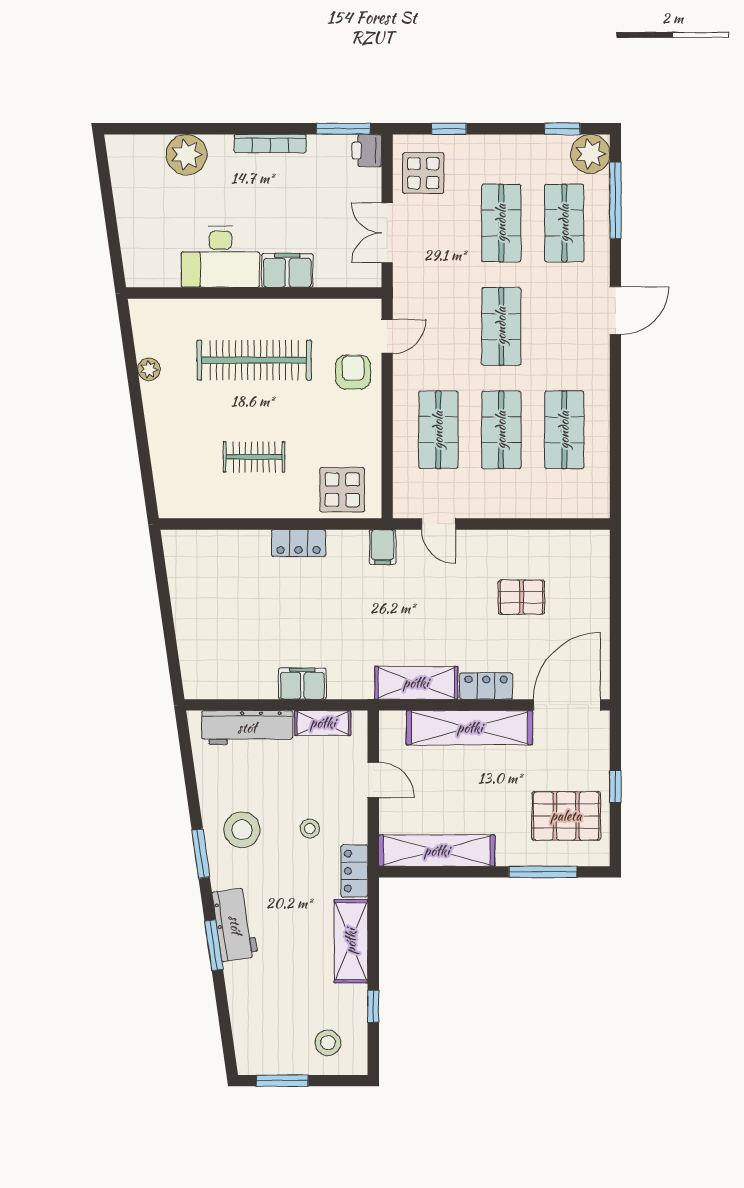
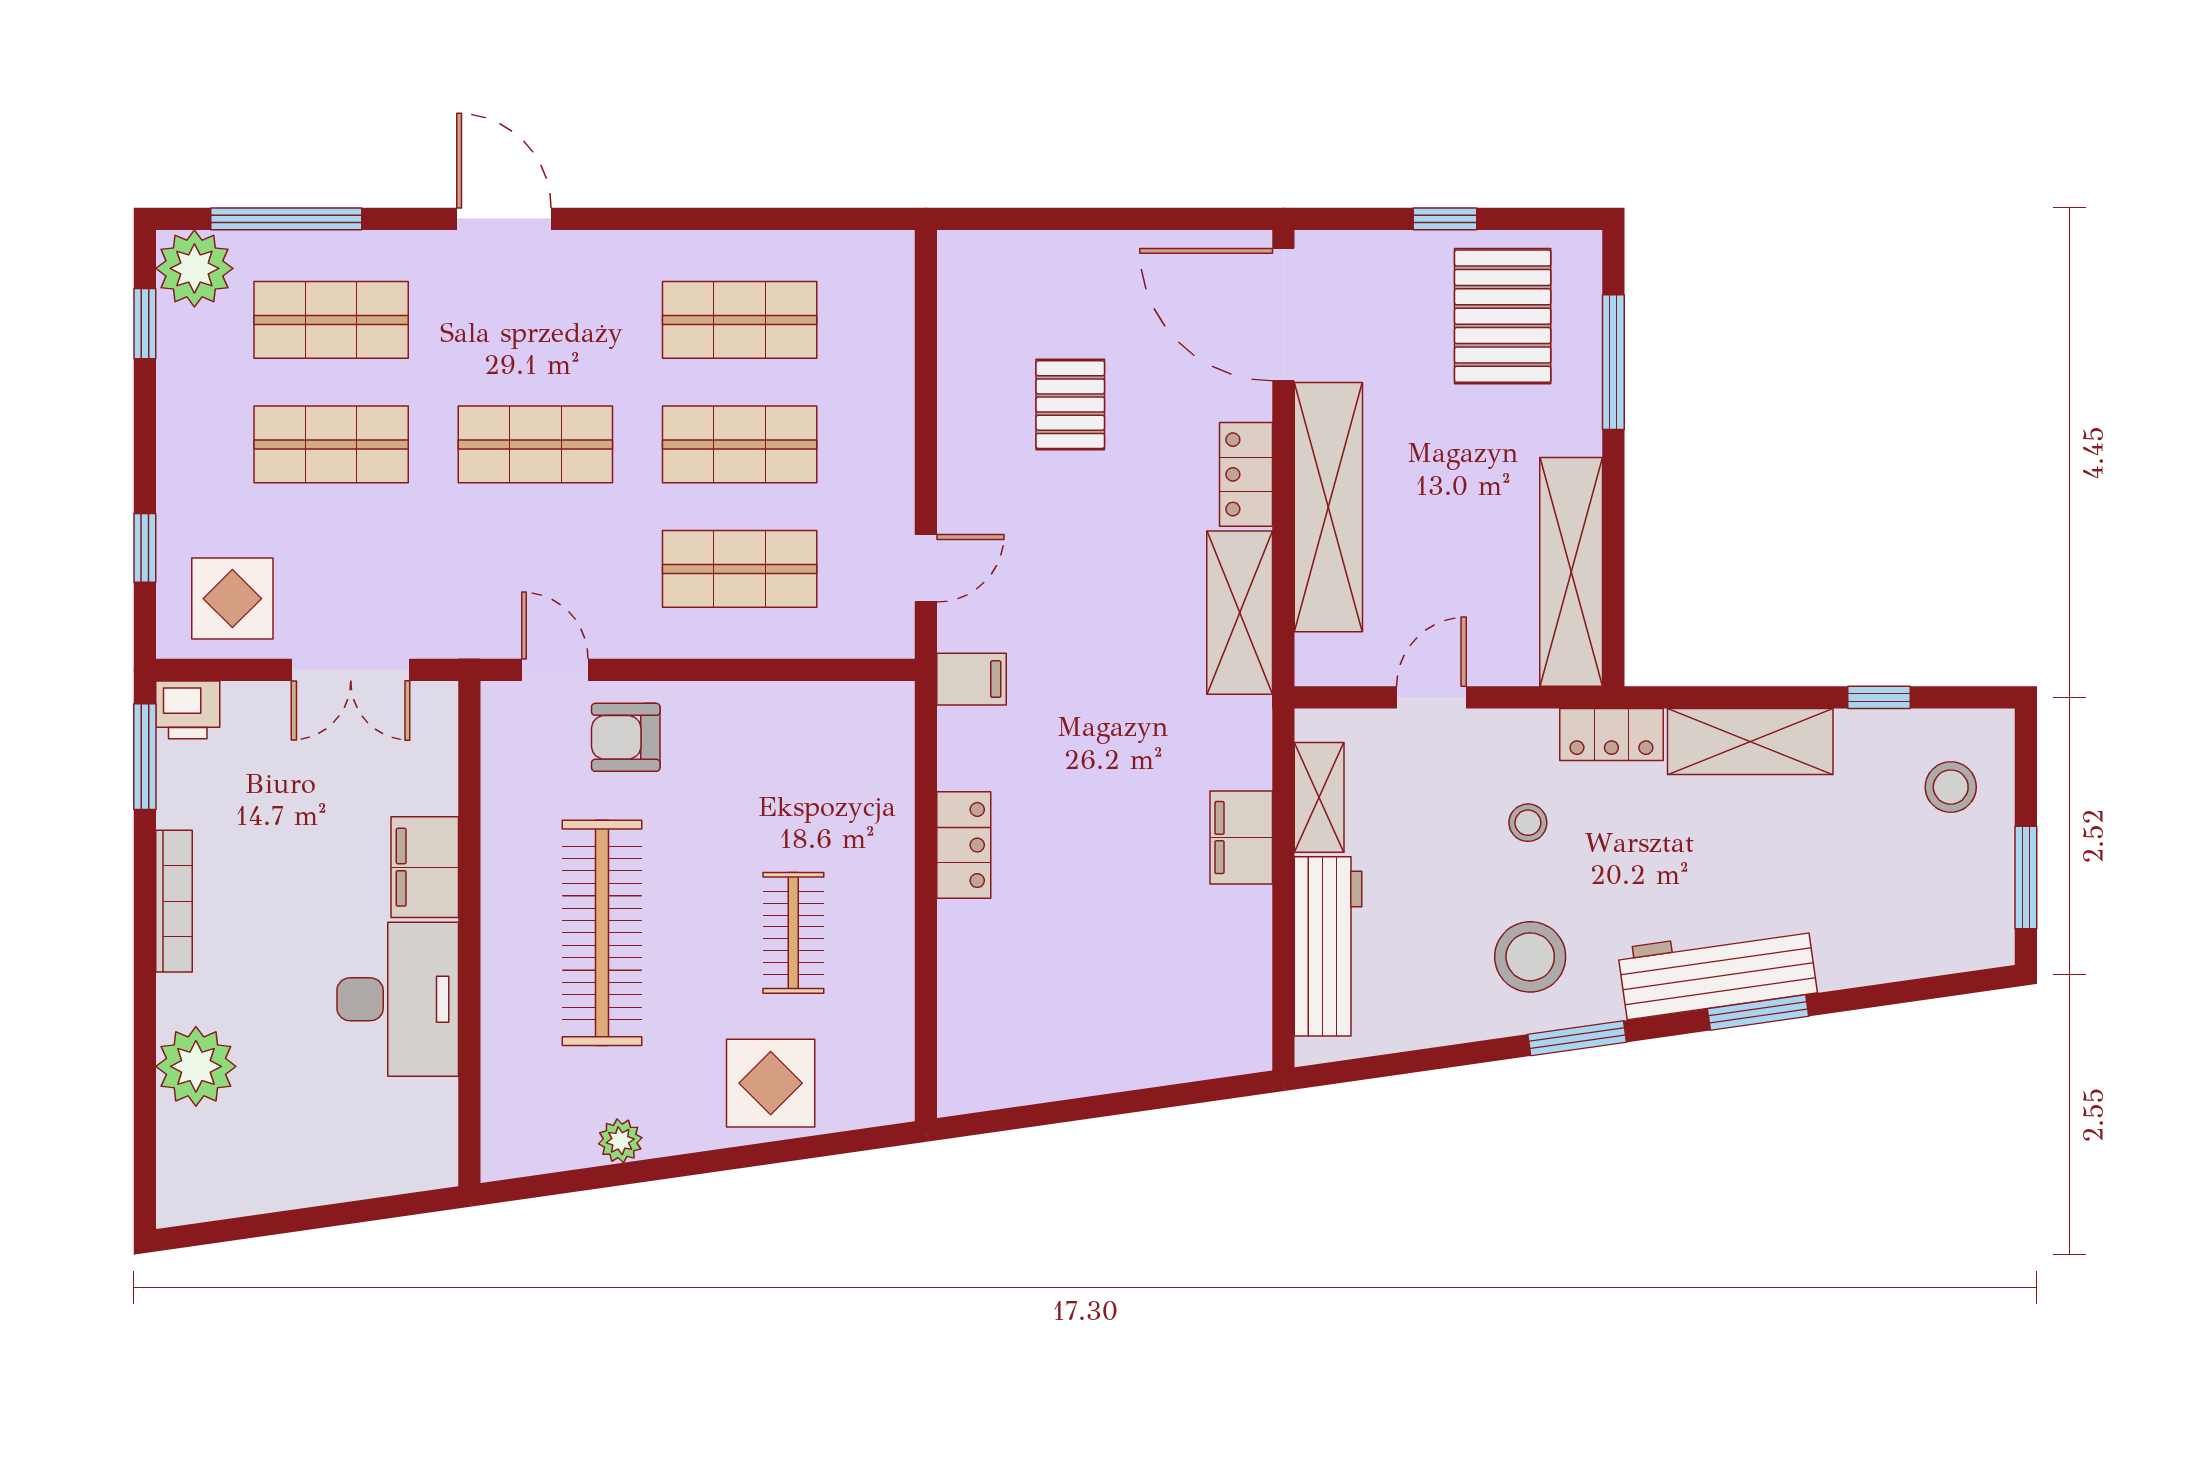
display table: (342, 490) -> (771, 1083), moved
workbench: (235, 925) -> (1717, 971), width x1.38

